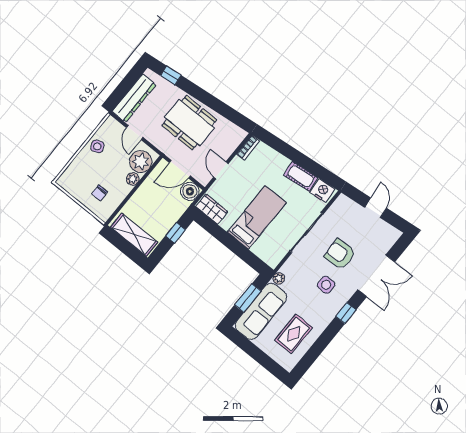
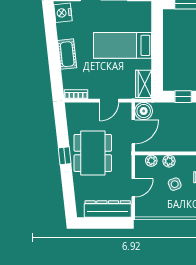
window: (171, 76) -> (65, 156), moved
side table: (97, 146) -> (175, 184), moved
plant: (141, 162) -> (151, 161), width x0.53, depth x0.53
door: (180, 169) -> (133, 132), hinge flipped
cot: (301, 176) -> (67, 54), moved

